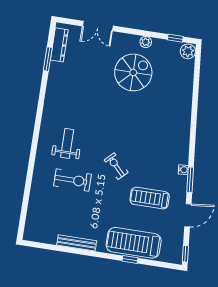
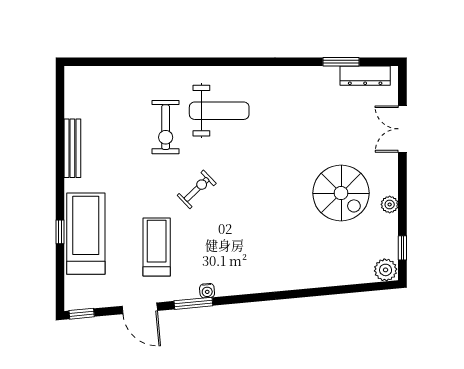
weight bench: (67, 143) -> (219, 111), width x1.36, depth x1.33

